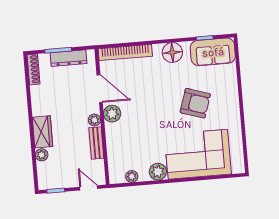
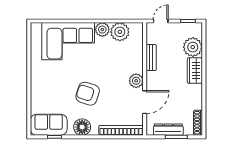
door: (100, 89) -> (145, 102), swing flipped
armchair: (195, 103) -> (88, 94), moved
plant: (94, 120) -> (151, 77), removed
plant: (42, 155) -> (193, 47), width x1.88, depth x1.88
plant: (132, 176) -> (120, 32), width x1.88, depth x1.88
door: (89, 188) -> (161, 21), swing flipped

